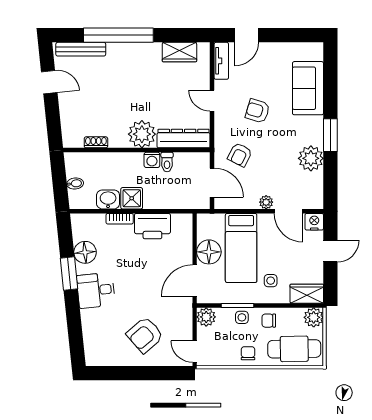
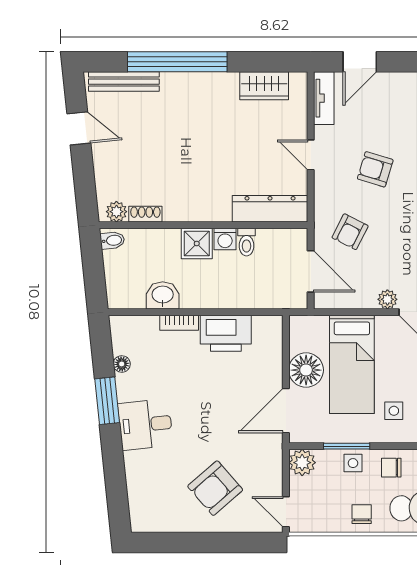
plant: (142, 134) -> (116, 212), moved, width x0.53, depth x0.53
bidet: (75, 183) -> (112, 240), moved
shower: (132, 198) -> (197, 243), moved
floor lamp: (85, 252) -> (122, 364), width x0.53, depth x0.53

